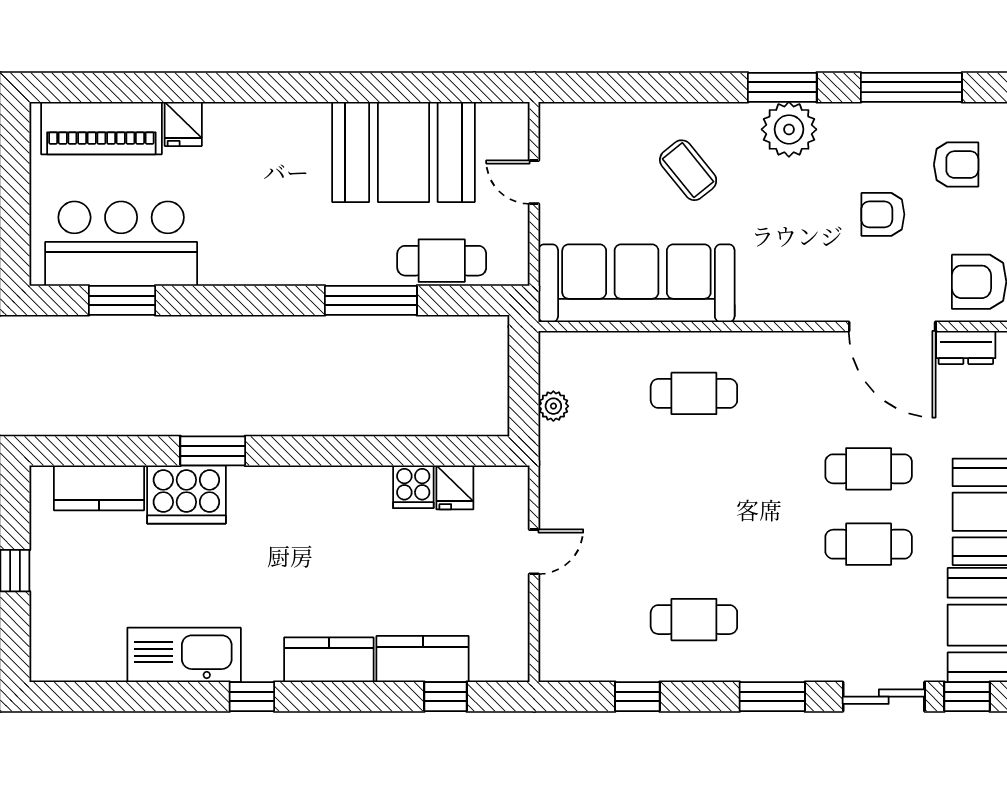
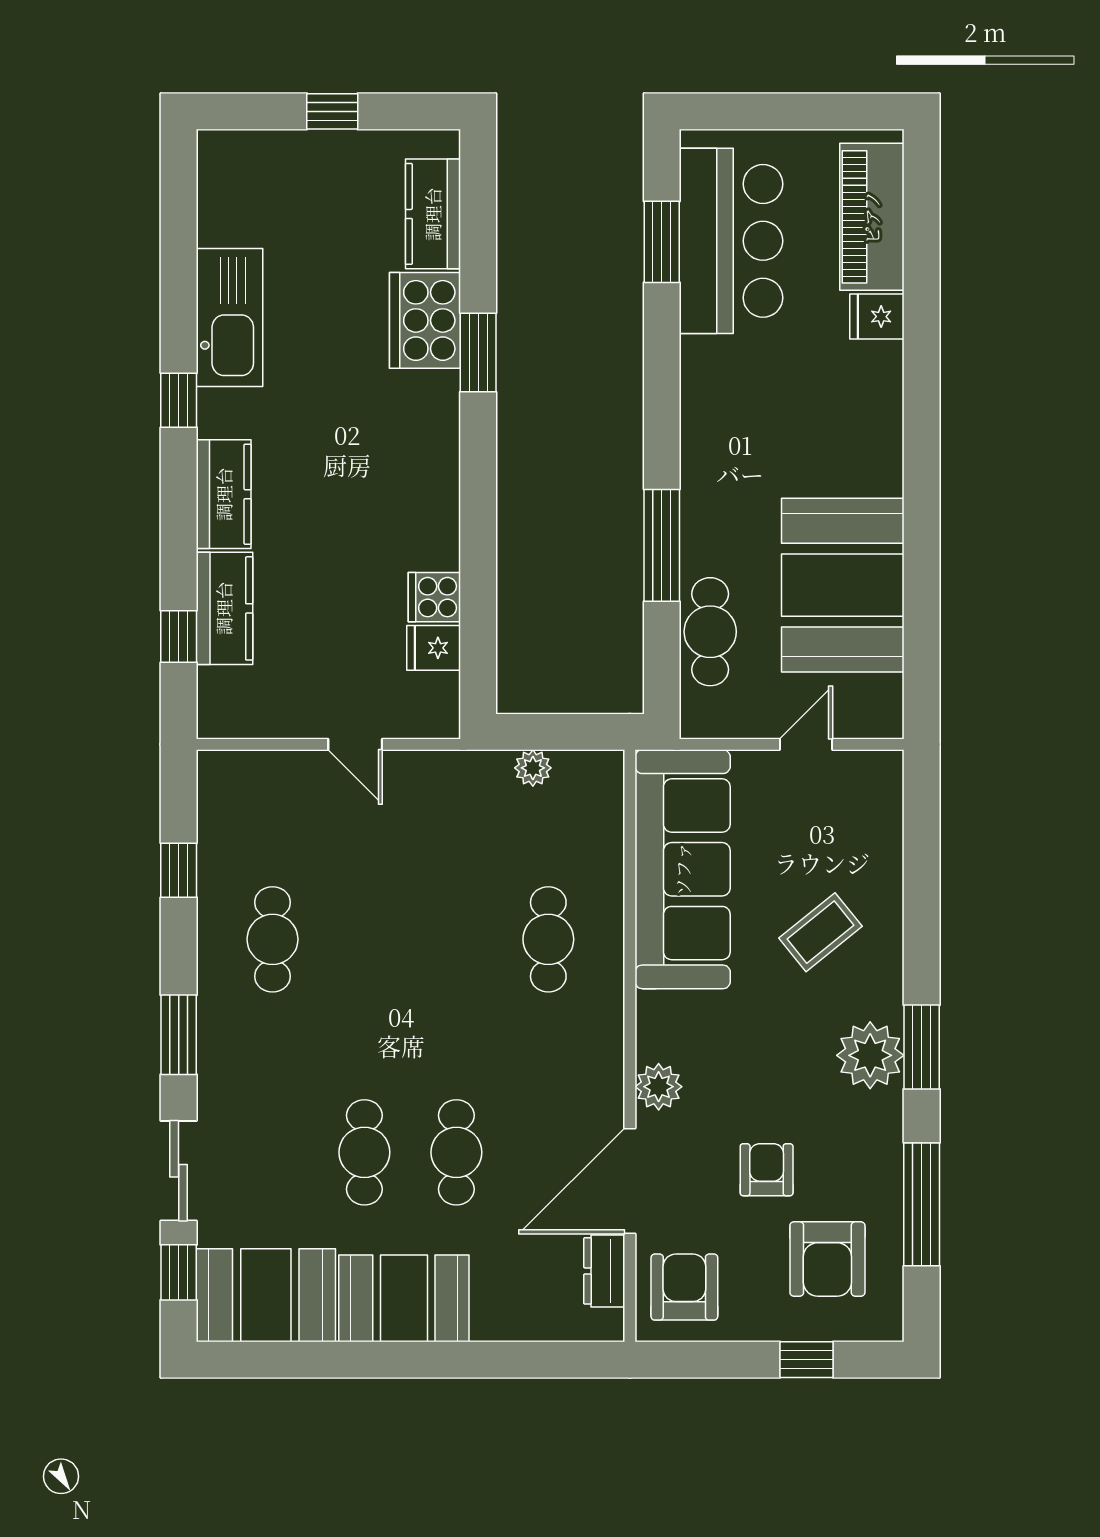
armchair: (956, 165) -> (827, 1259), width x1.38, depth x1.38
plant: (815, 303) -> (659, 1087), added

